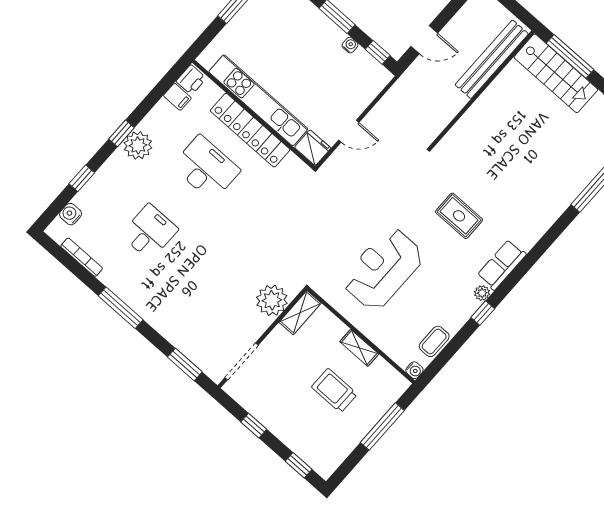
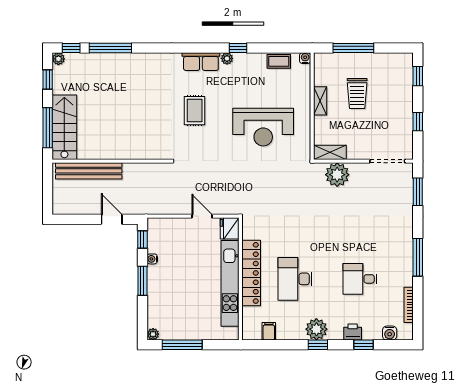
printer: (191, 80) -> (353, 332), moved

